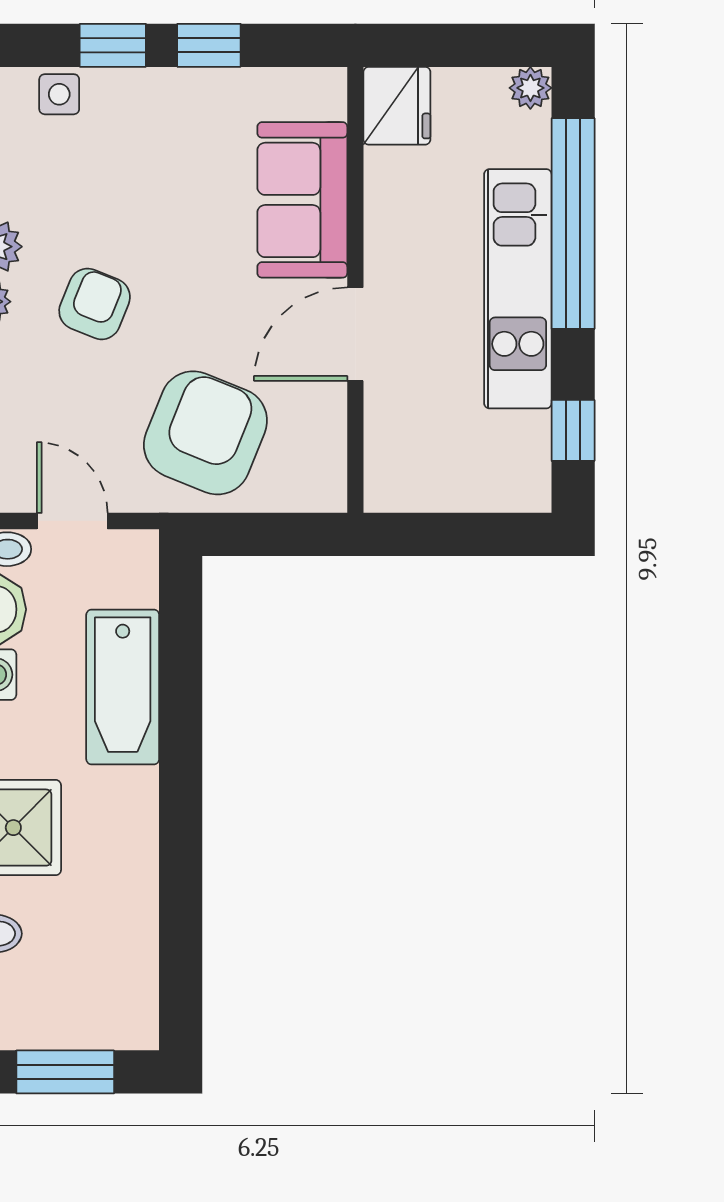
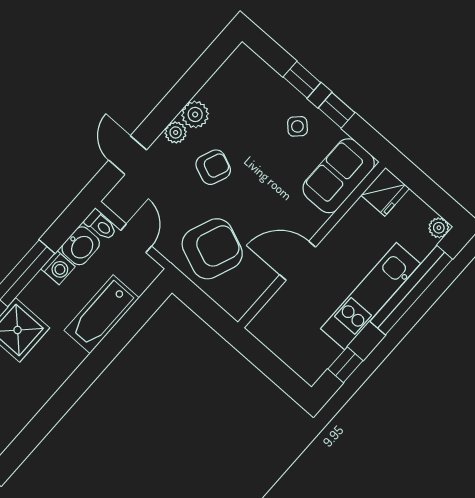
side table: (59, 94) -> (297, 126), moved, turned 45
sofa: (302, 200) -> (339, 176), moved

